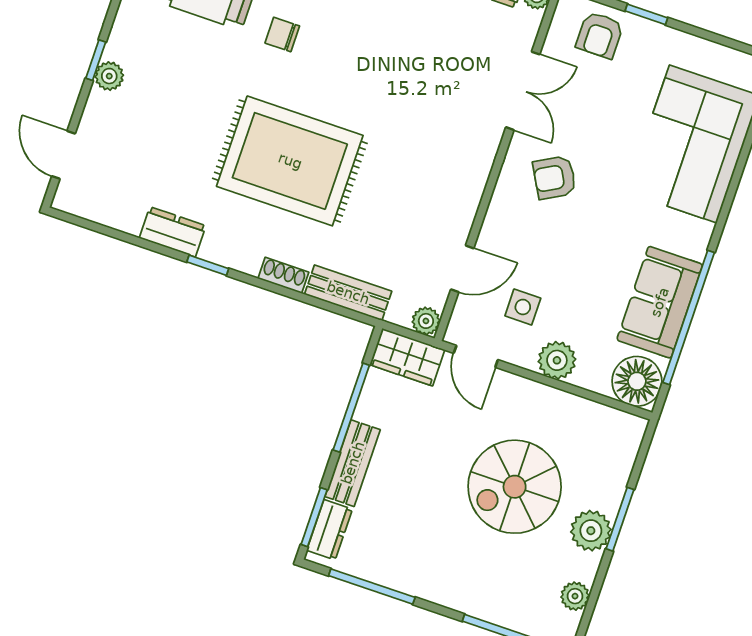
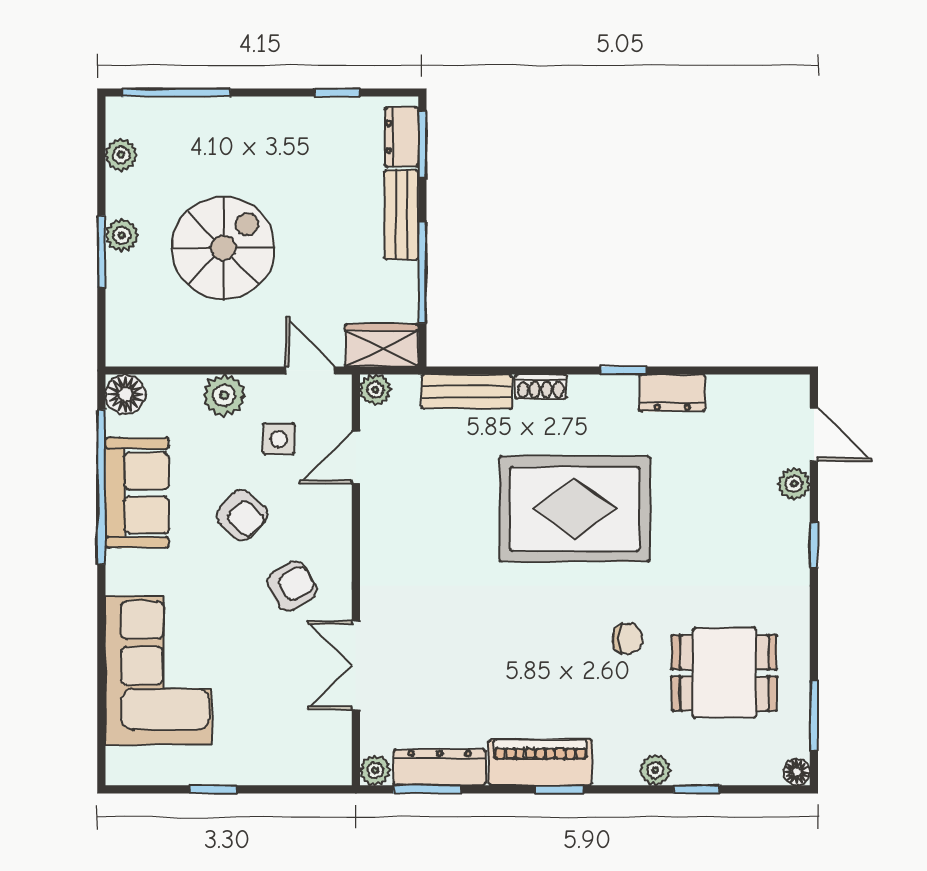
window: (646, 14) -> (214, 789), moved
armchair: (600, 35) -> (242, 515), moved, turned 133
plant: (109, 76) -> (794, 484), moved
floor lamp: (637, 381) -> (125, 394), width x0.73, depth x0.73
plant: (591, 531) -> (122, 235), width x0.73, depth x0.73
window: (372, 587) -> (337, 93), width x0.46

